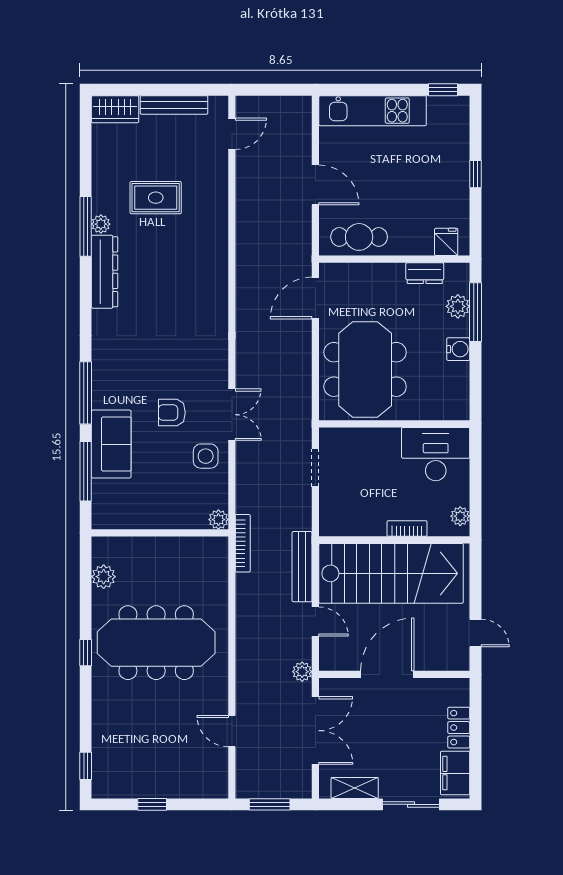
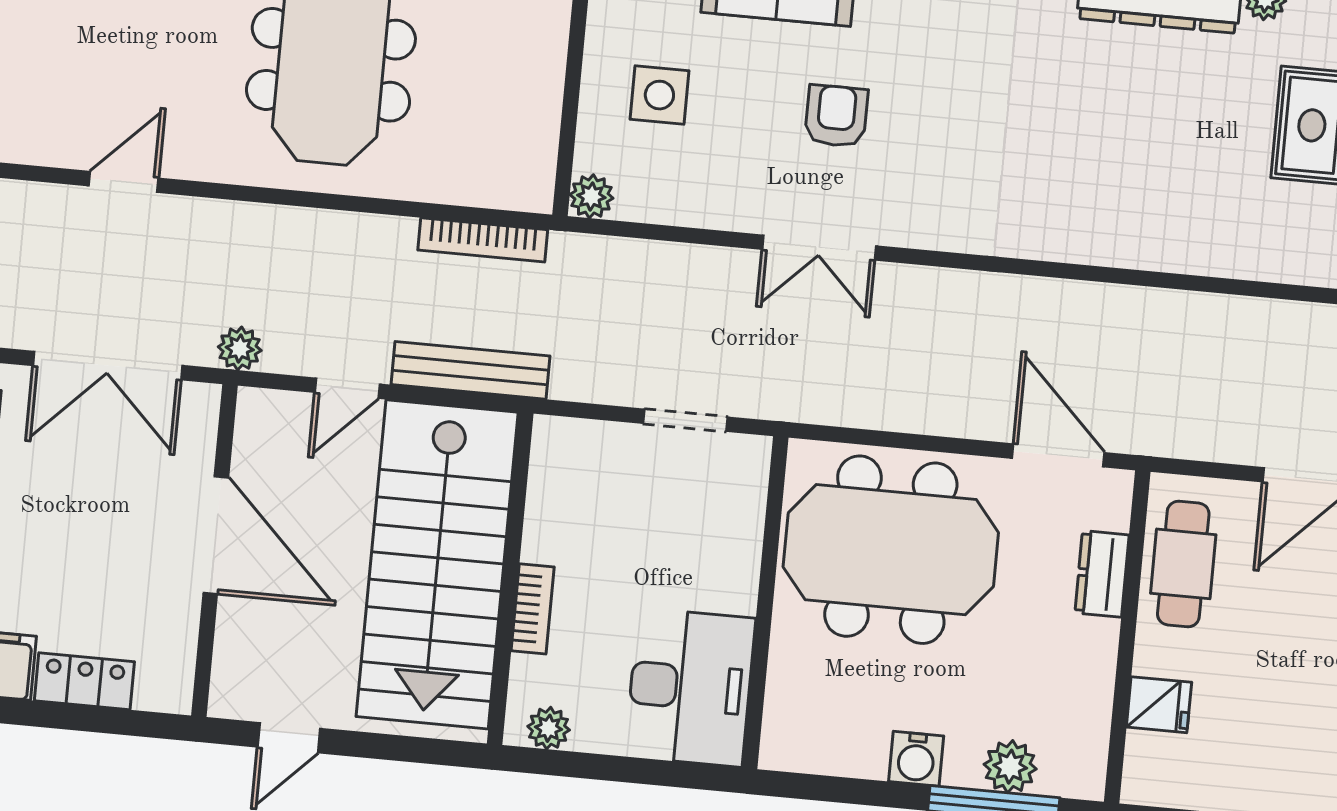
fridge: (446, 242) -> (1159, 705), moved
dresser: (425, 273) -> (1102, 574), moved
side table: (206, 456) -> (659, 95), moved
bookcase: (243, 543) -> (483, 240), moved

